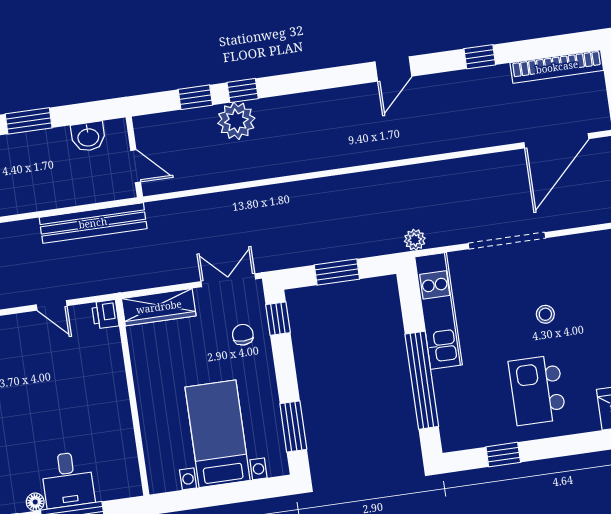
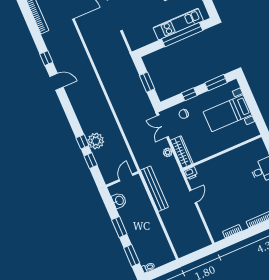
window: (480, 57) -> (46, 58), moved
plant: (415, 240) -> (168, 152), moved
kitchen unit: (438, 311) -> (178, 24), moved
window: (278, 319) -> (189, 94), moved

